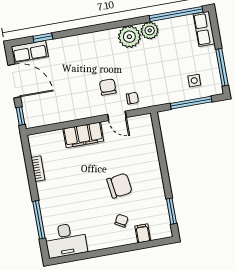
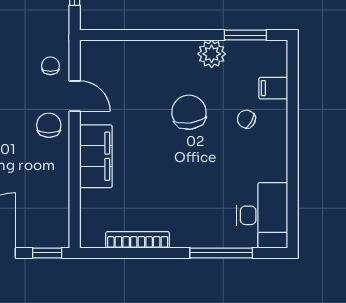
chair: (108, 87) -> (49, 125), moved, turned 90
door: (117, 116) -> (75, 96), hinge flipped
bookcase: (38, 169) -> (138, 240), width x1.56
plant: (157, 193) -> (212, 54), added

